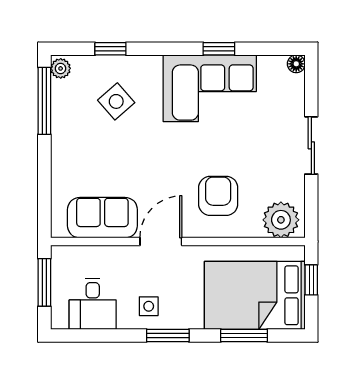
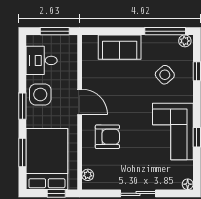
sofa: (102, 218) -> (120, 47), moved, turned 90
plant: (281, 220) -> (88, 175), width x0.53, depth x0.53
side table: (149, 306) -> (40, 94), width x1.87, depth x1.87

